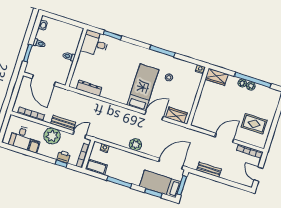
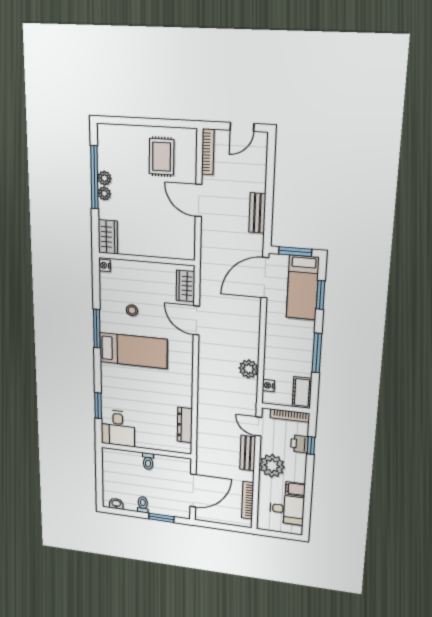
bed: (143, 87) -> (133, 351), moved, turned 180
plant: (135, 145) -> (249, 369), moved
door: (171, 164) -> (265, 278), hinge flipped

